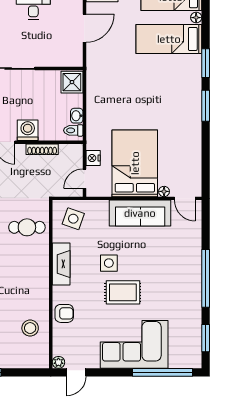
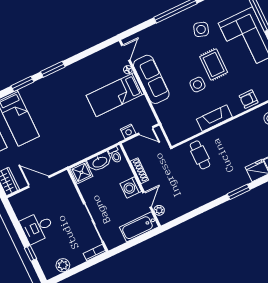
washbasin: (77, 116) -> (100, 162), width x1.91, depth x1.45
bed: (135, 163) -> (115, 95), width x0.67
side table: (73, 219) -> (201, 29), moved
armchair: (64, 313) -> (249, 99), turned -90

